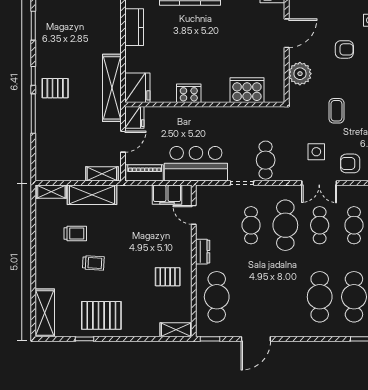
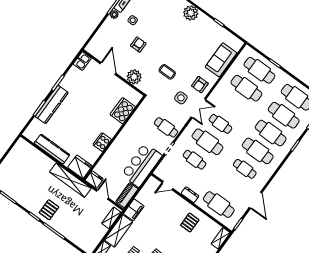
kitchen counter: (134, 27) -> (52, 149), width x1.50
filing cabinet: (167, 195) -> (134, 210), moved
cafe table: (354, 225) -> (245, 169), moved

